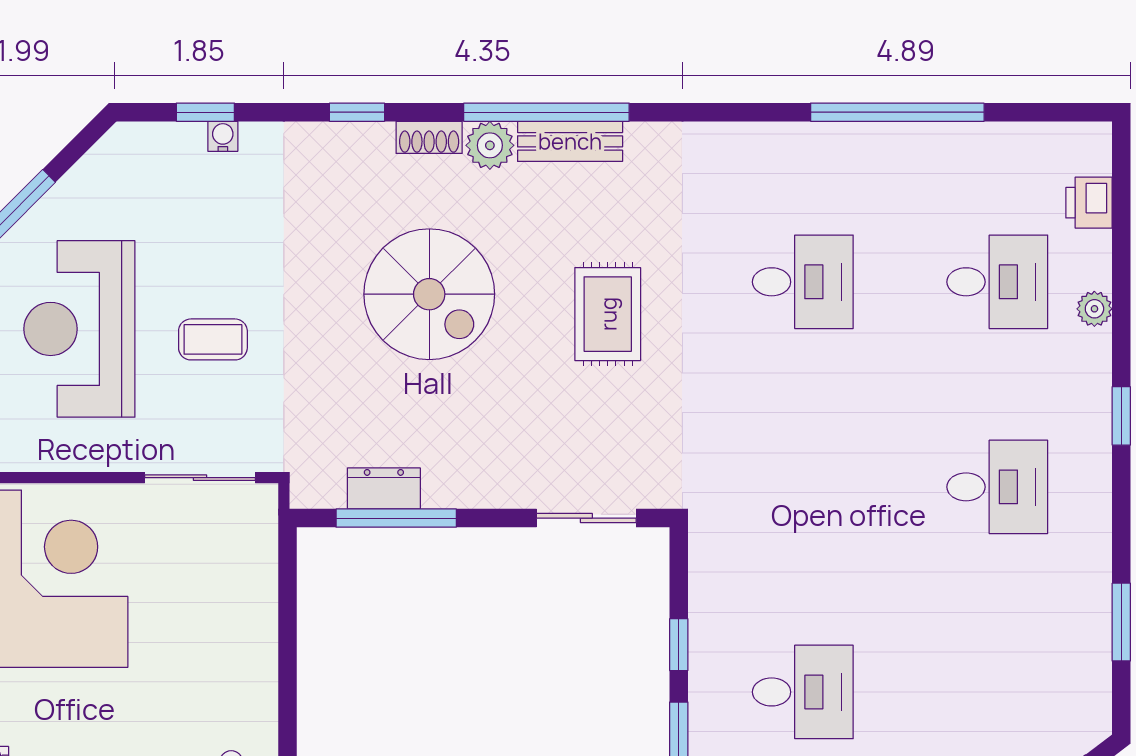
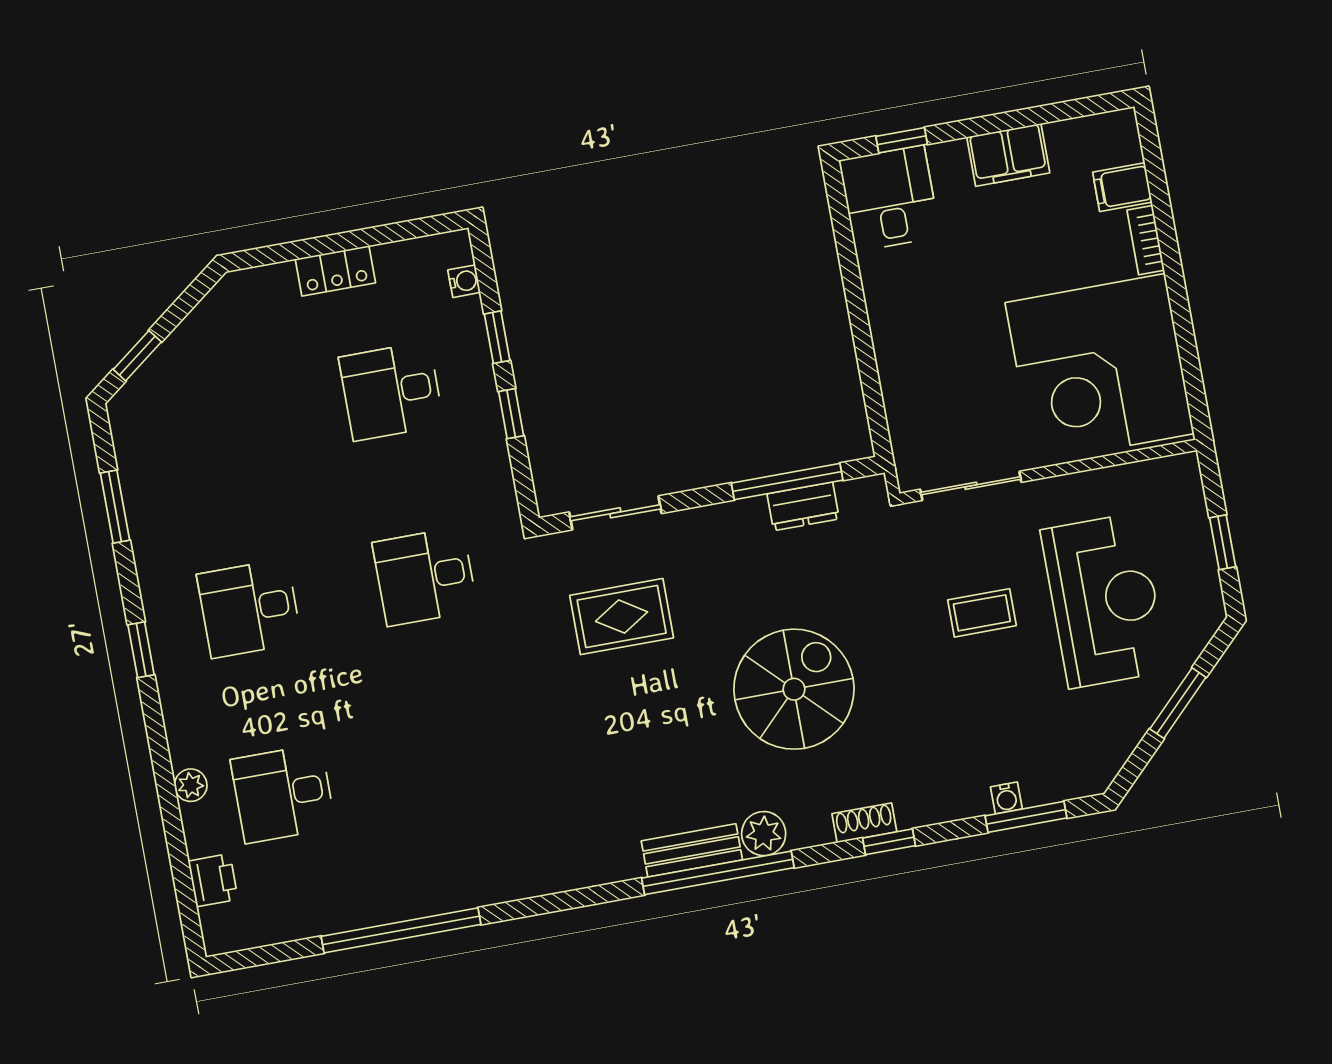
window: (205, 112) -> (1026, 817), width x1.50
shoe rack: (429, 137) -> (864, 823), moved
desk: (803, 282) -> (425, 576), moved
spiral stairs: (429, 294) -> (794, 689), turned 90
rug: (608, 314) -> (622, 617), moved, turned 90
window: (1121, 416) -> (141, 650), moved

